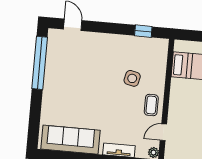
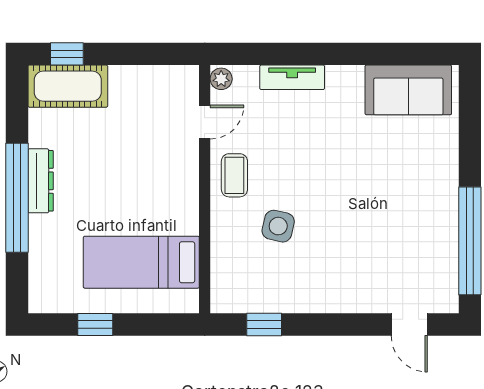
sofa: (71, 140) -> (408, 90), width x0.73

